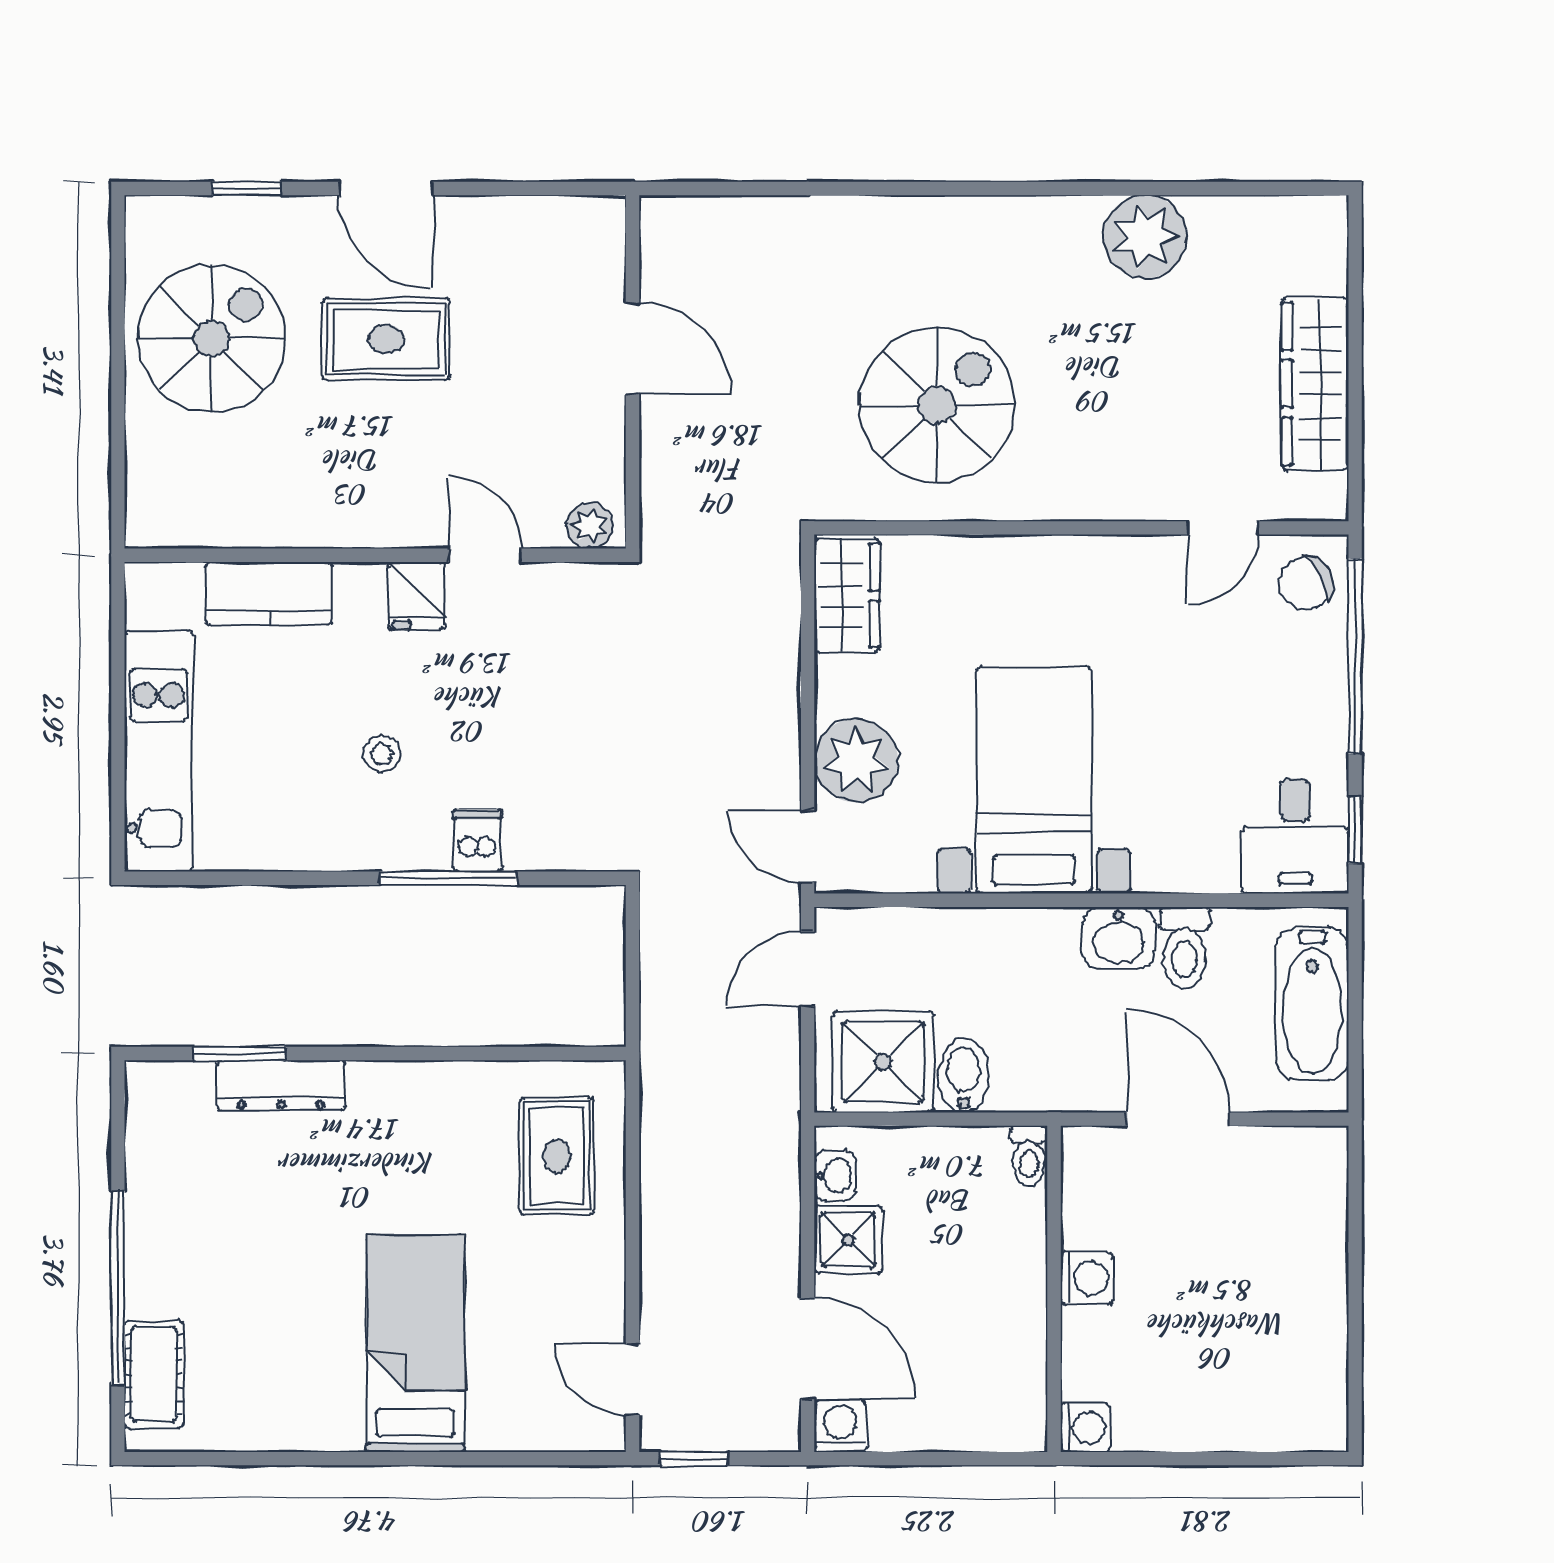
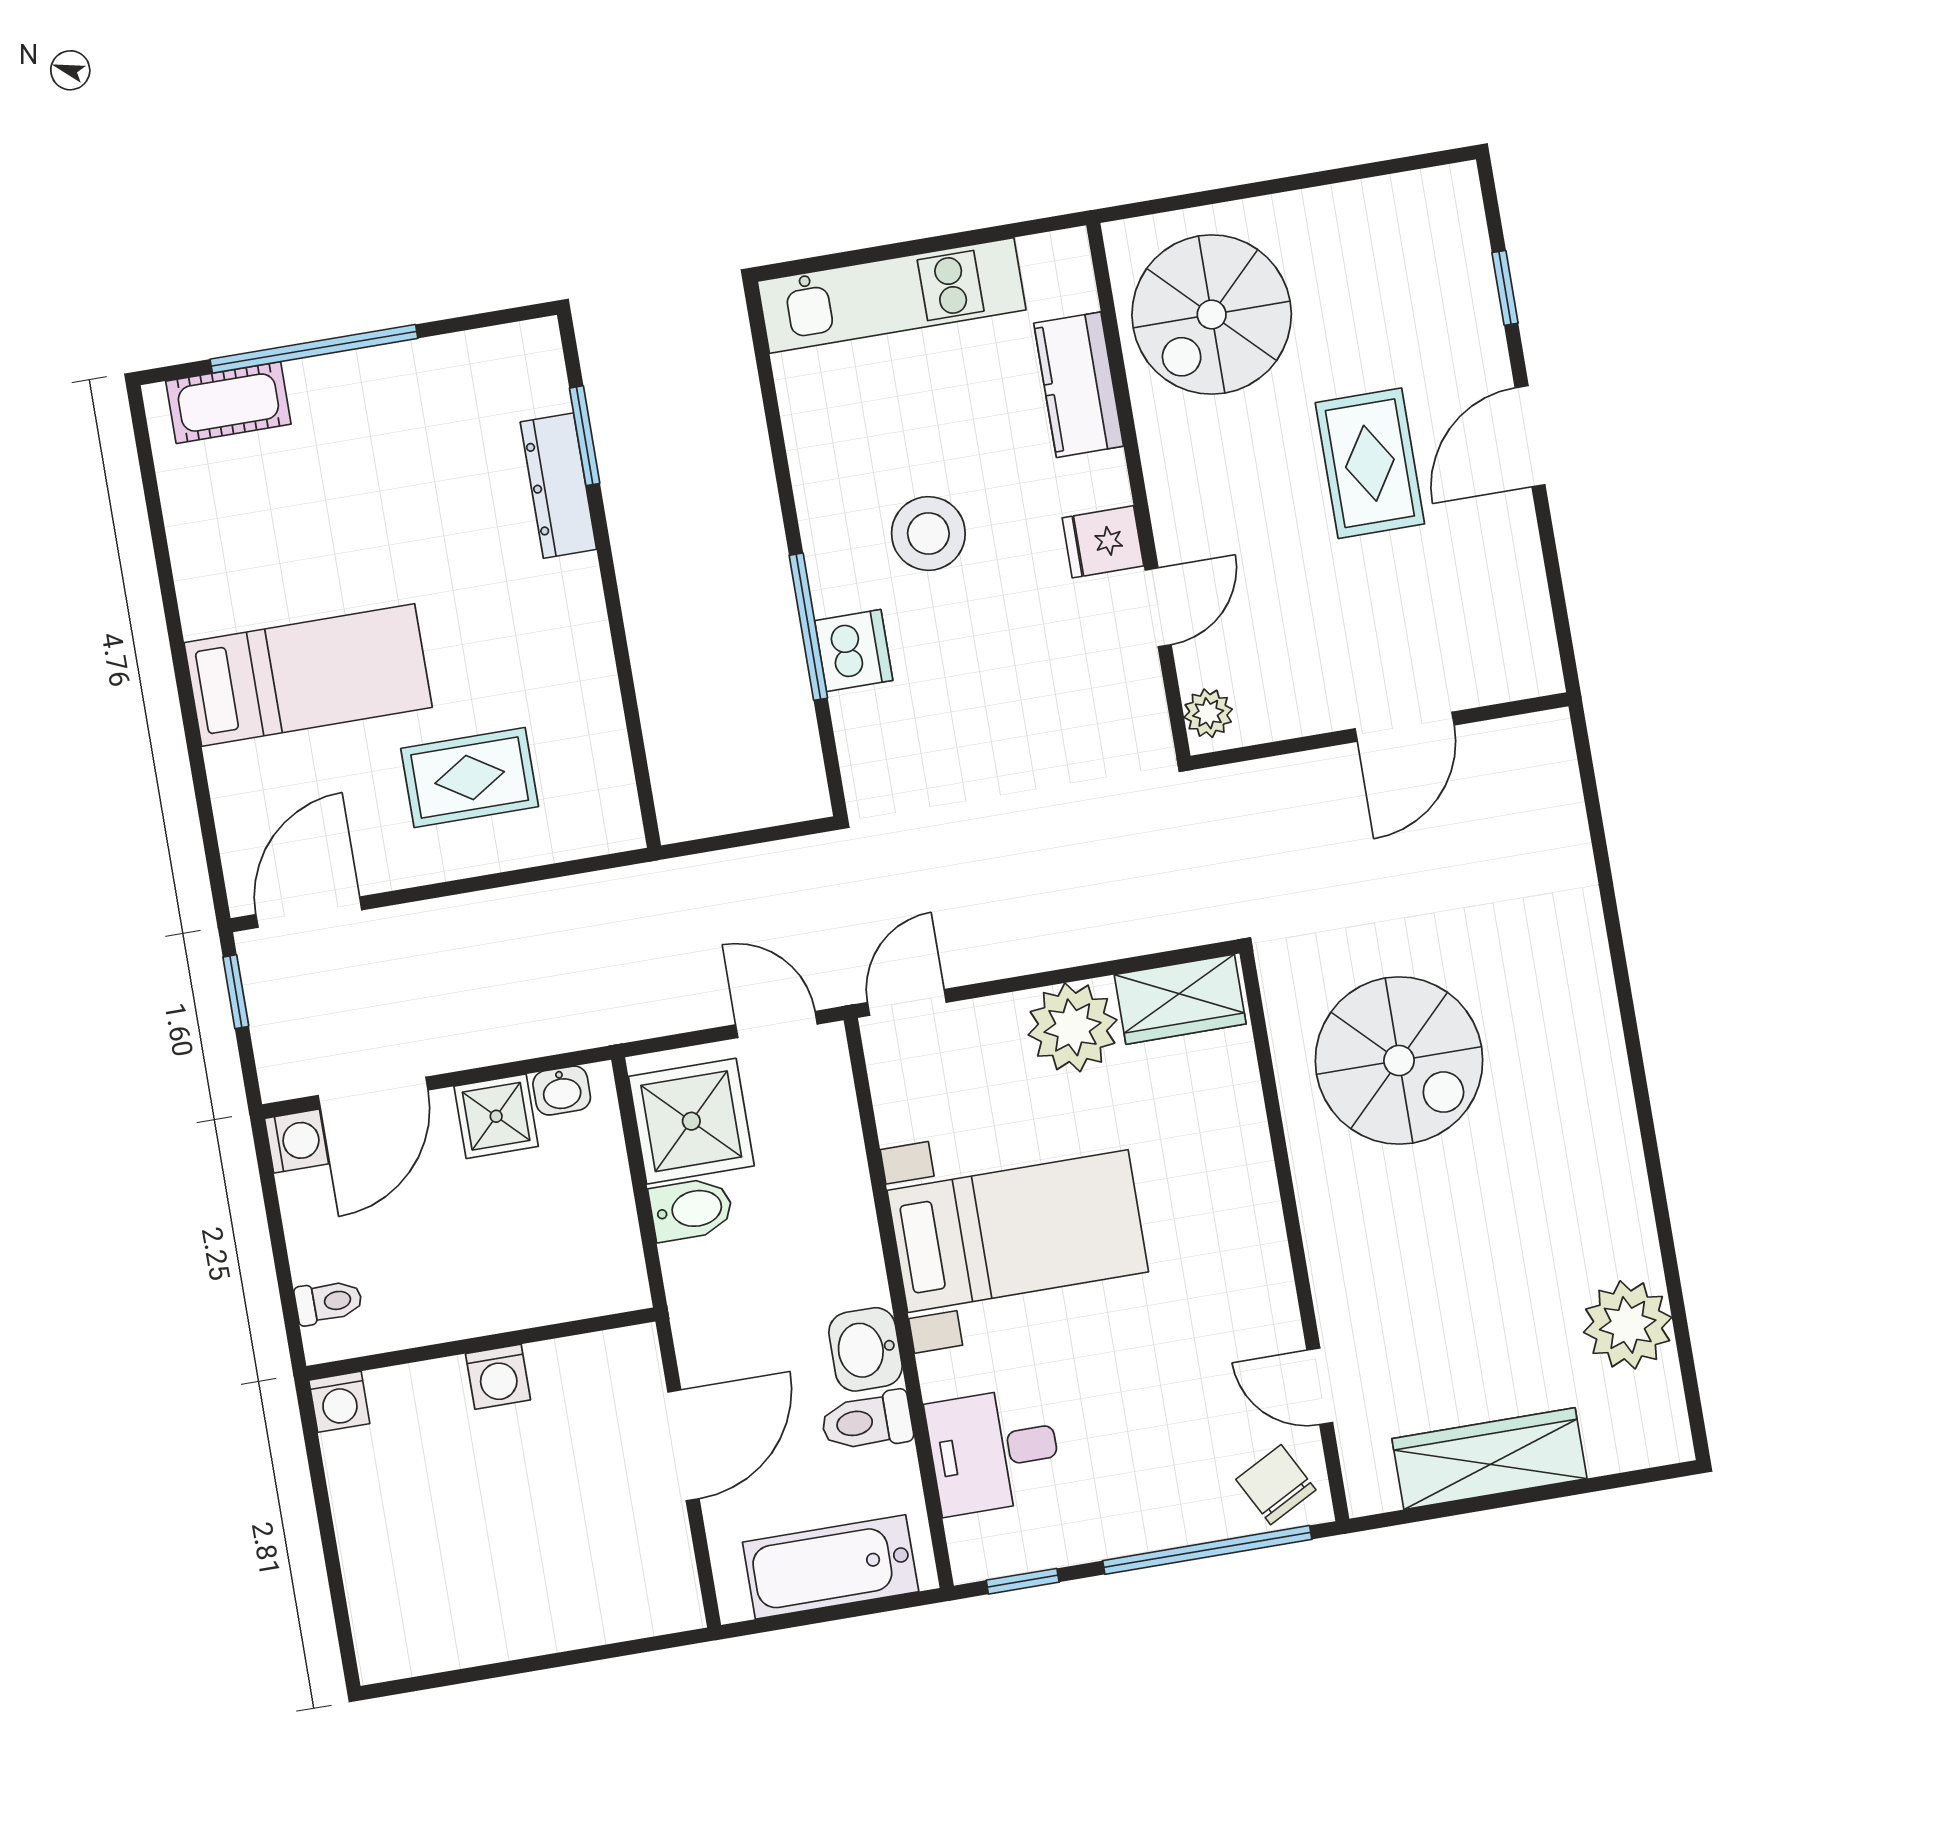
plant: (1145, 237) -> (1628, 1325), moved
spiral stairs: (211, 339) -> (1212, 315), moved, turned 90
stool: (382, 754) -> (928, 533), width x1.89, depth x1.89
plant: (856, 760) -> (1073, 1027), moved
desk: (1295, 836) -> (994, 1451), moved
dishwasher: (477, 841) -> (854, 650), width x1.38
rug: (557, 1156) -> (470, 778), moved
toilet: (1029, 1156) -> (329, 1302), moved, turned 180
door: (632, 1380) -> (309, 912), width x1.38

